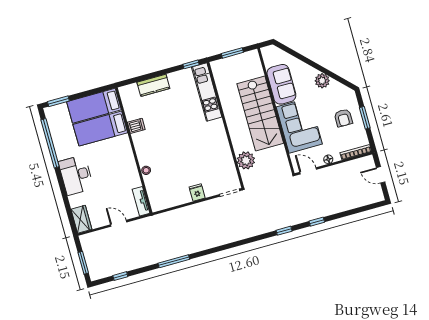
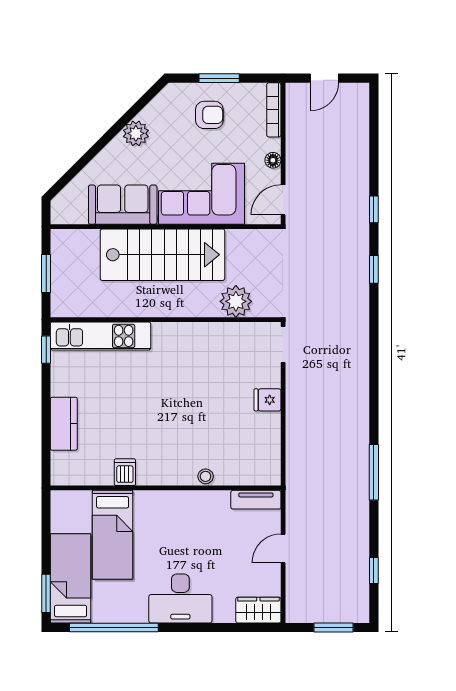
bed: (94, 106) -> (71, 578), moved, turned 180

